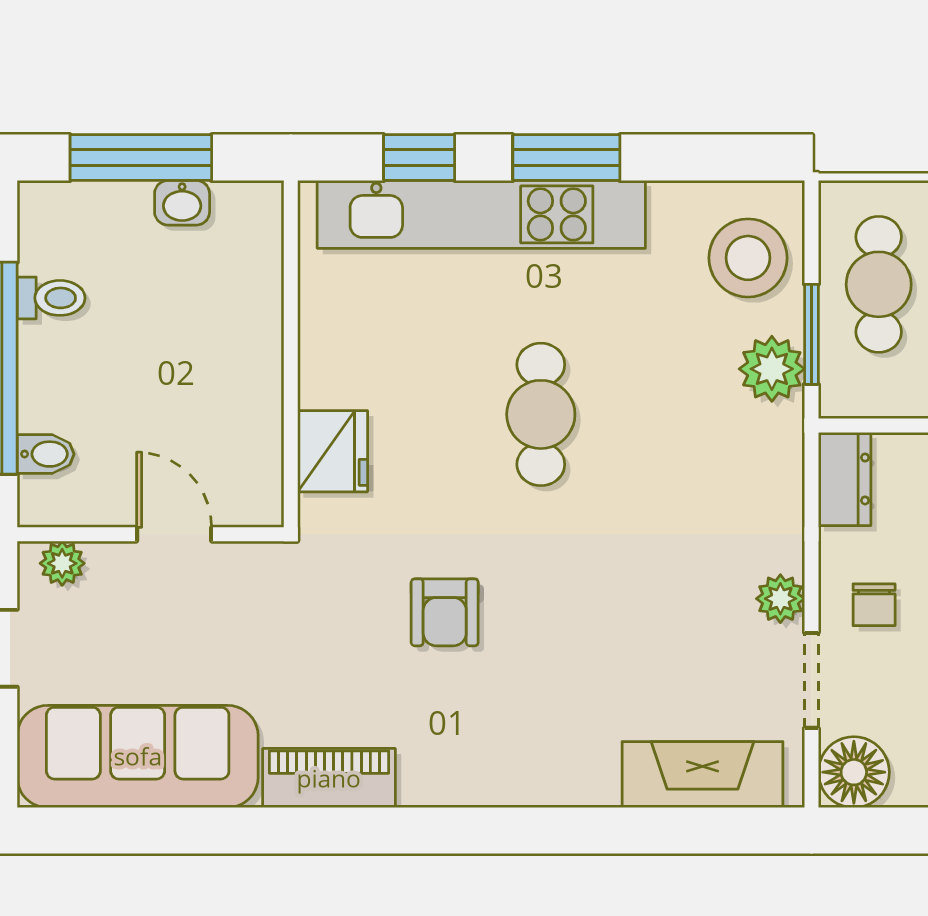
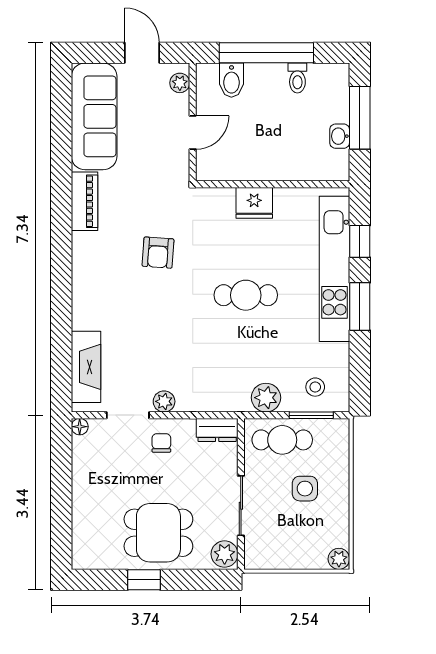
stool: (748, 258) -> (315, 387), width x0.53, depth x0.53
cafe table: (879, 284) -> (282, 440), moved
window: (811, 334) -> (311, 415), moved
fridge: (333, 451) -> (254, 203), moved
bidet: (46, 454) -> (231, 80), width x1.38, depth x1.36
chair: (874, 605) -> (161, 443), turned 90
armchair: (445, 612) -> (158, 253), turned -86
floor lamp: (854, 772) -> (80, 427), width x0.53, depth x0.53

